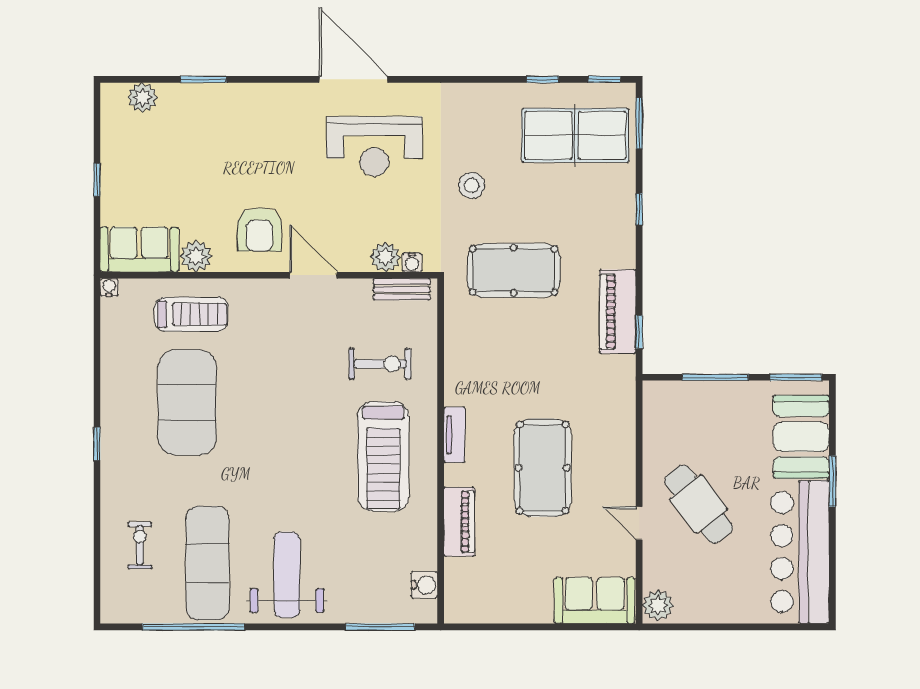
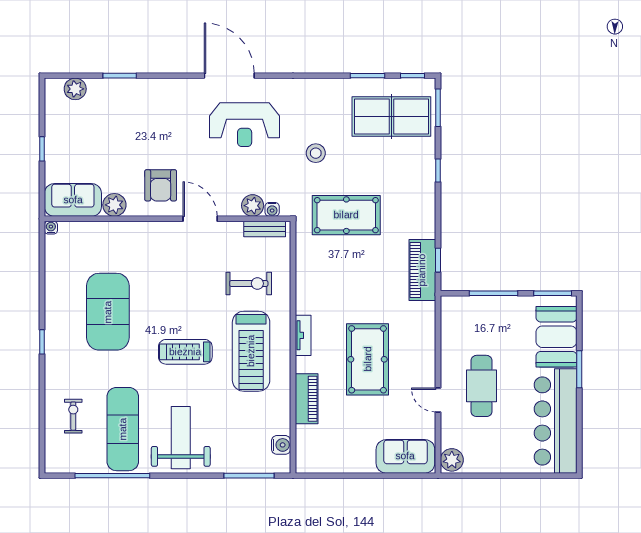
window: (543, 79) -> (367, 76), width x1.50
piano: (618, 311) -> (422, 270), moved
treadmill: (191, 314) -> (185, 352), moved, turned 180
cafe table: (699, 504) -> (482, 386), turned 37

